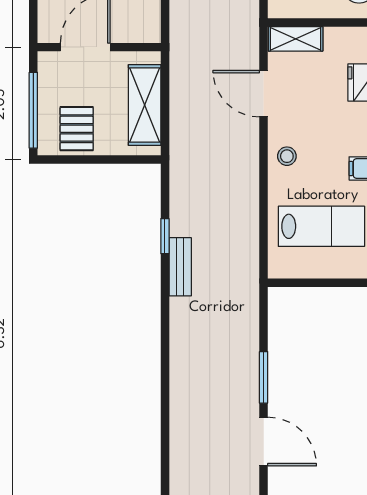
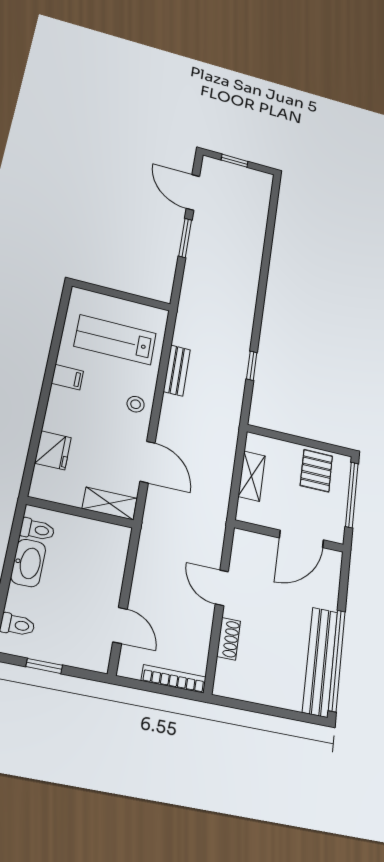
shelving: (145, 105) -> (252, 476), width x0.67, depth x0.75
bench: (180, 267) -> (177, 371), moved

